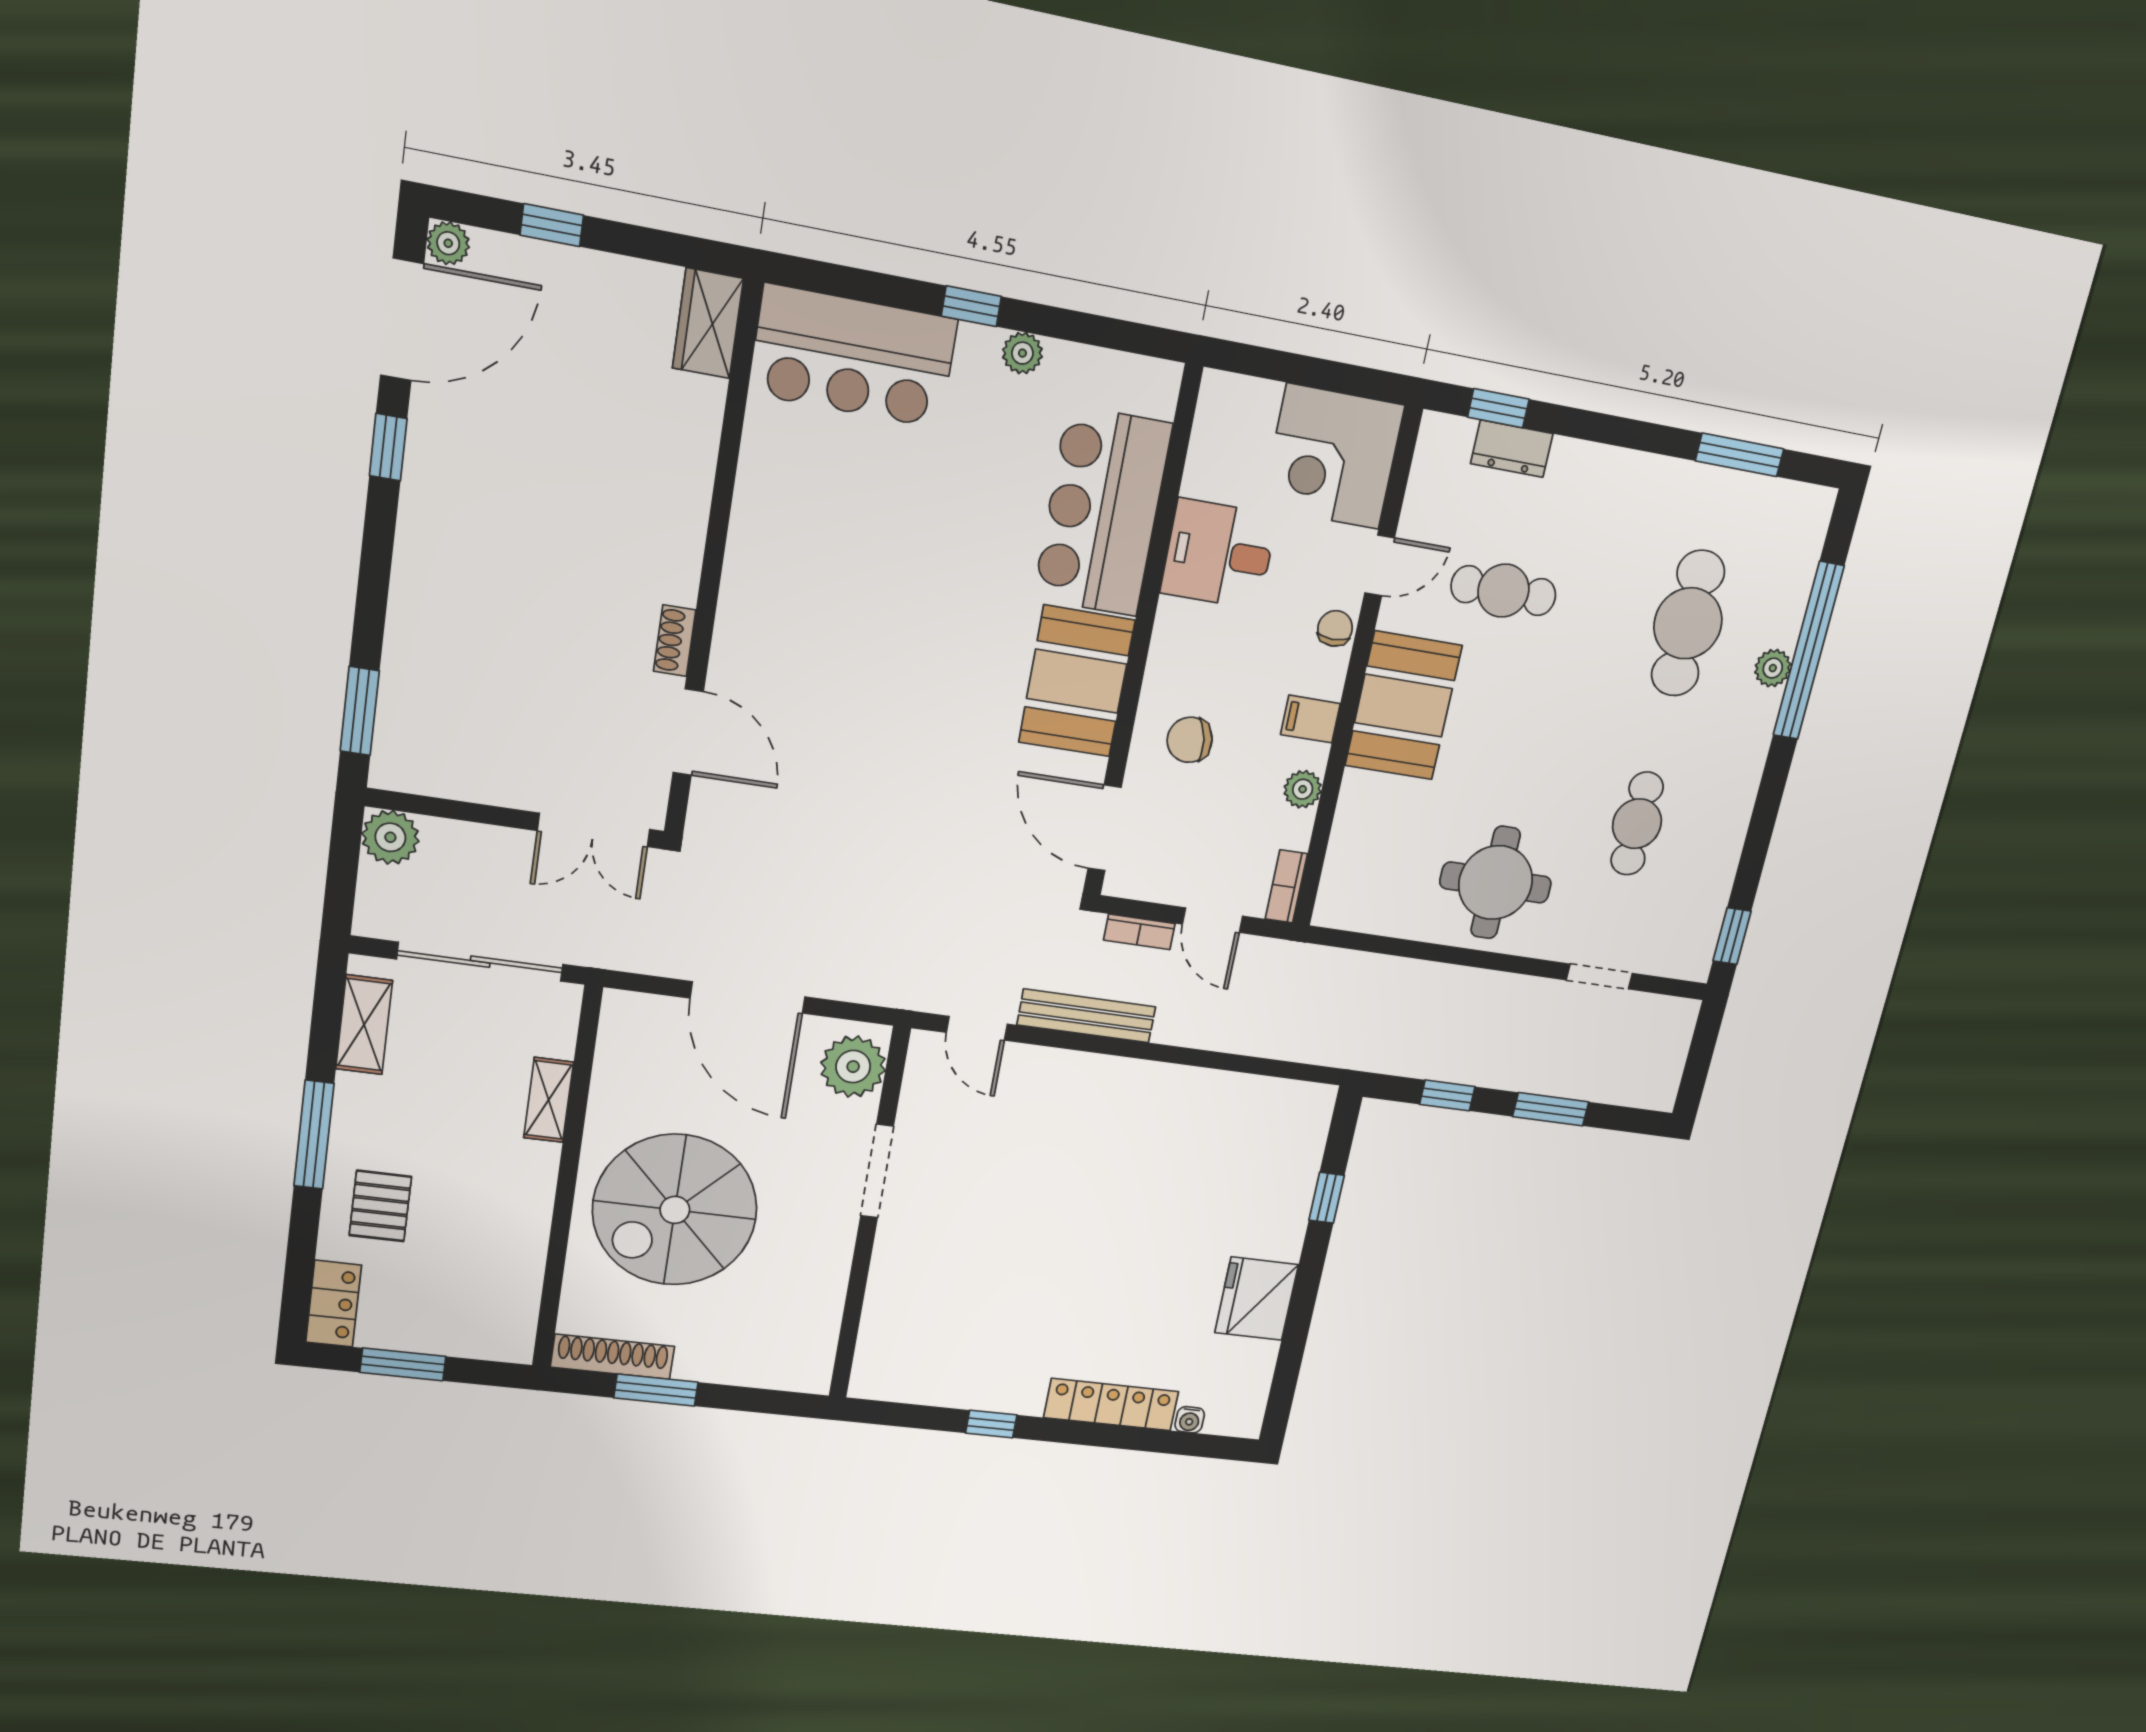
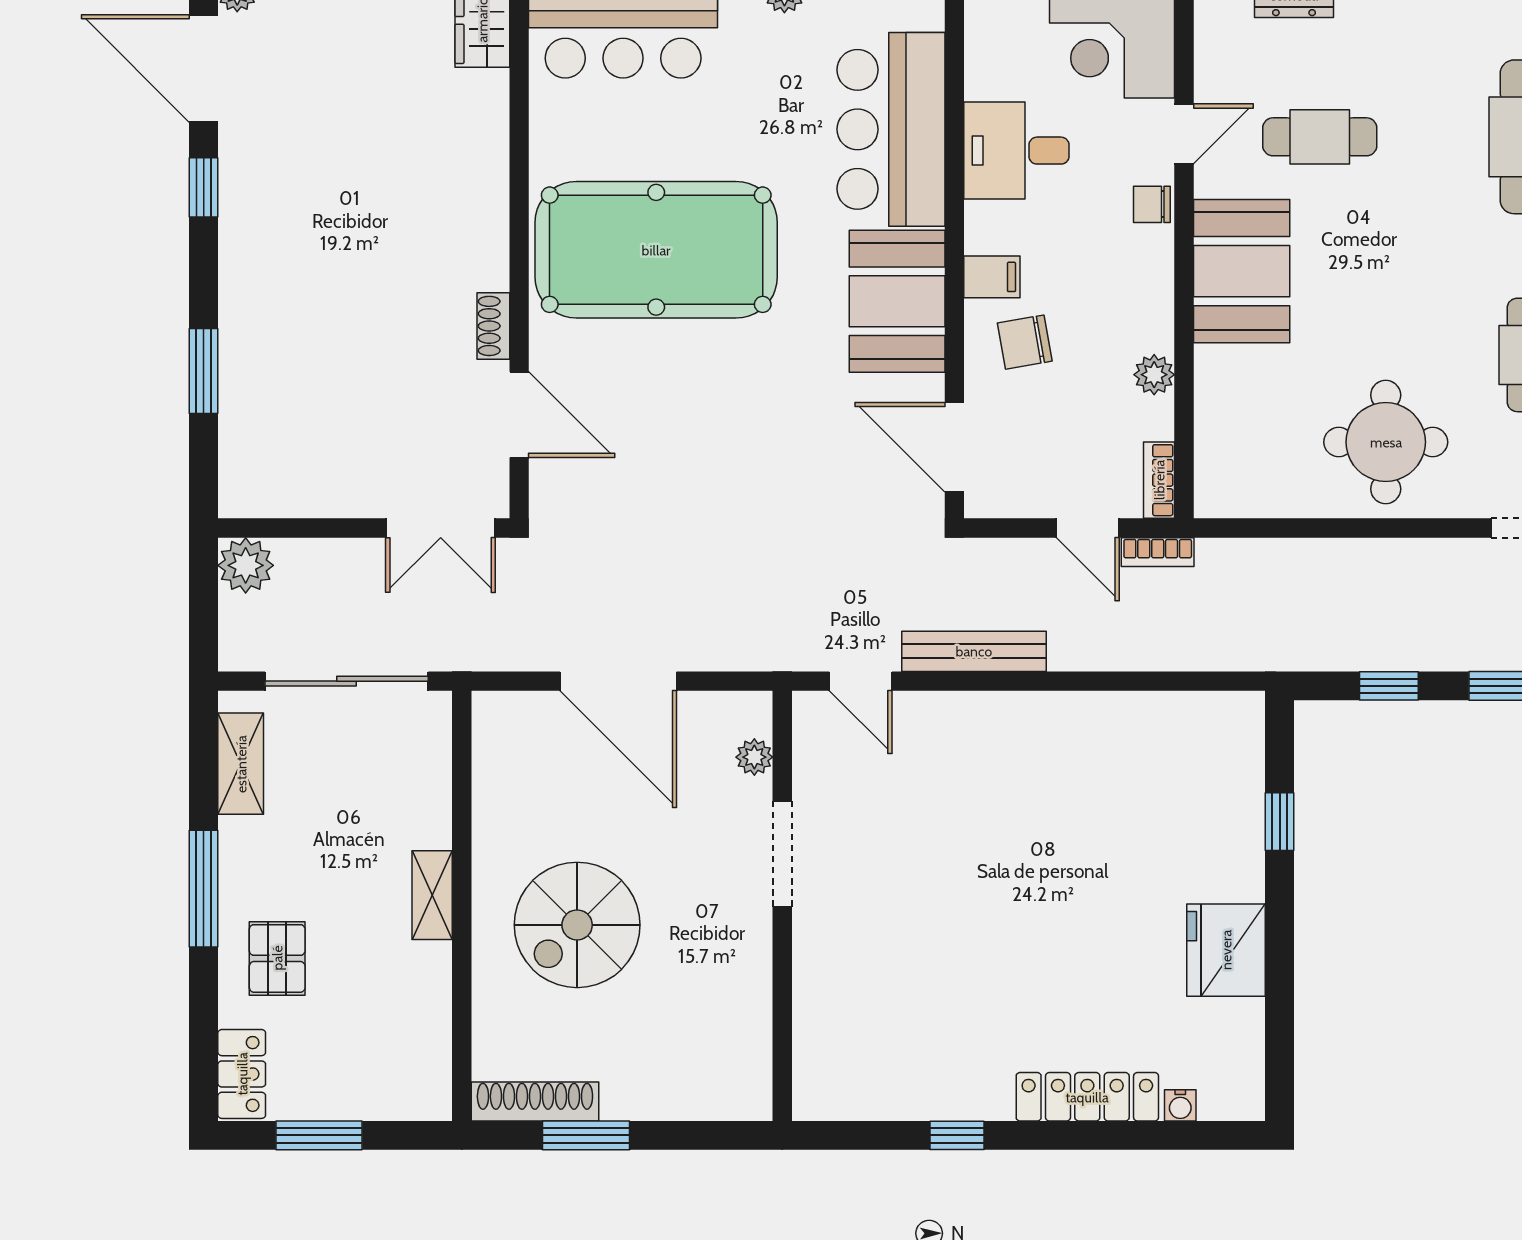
door: (402, 320) -> (204, 69), swing flipped
pool table: (850, 592) -> (656, 250), added
chair: (1335, 628) -> (1152, 204), turned -90
window: (360, 711) -> (204, 371), moved
filing cabinet: (1310, 719) -> (992, 277), moved, turned 180
bookcase: (1139, 932) -> (1158, 552), moved
plant: (853, 1067) -> (754, 757), width x0.53, depth x0.53
shelving: (549, 1100) -> (432, 895), moved
spiral stairs: (675, 1210) -> (577, 925), width x0.73, depth x0.73

